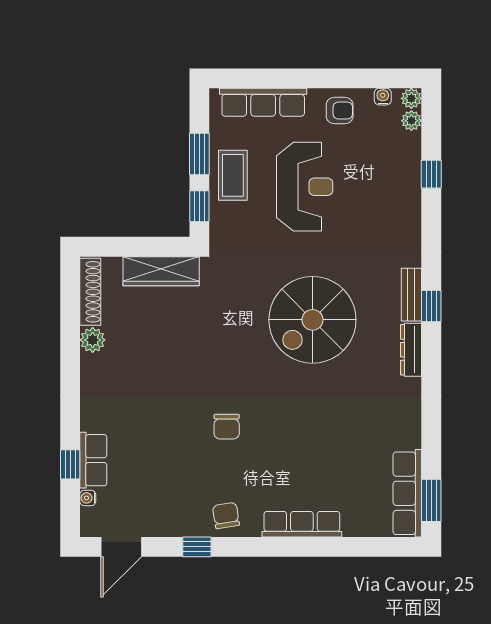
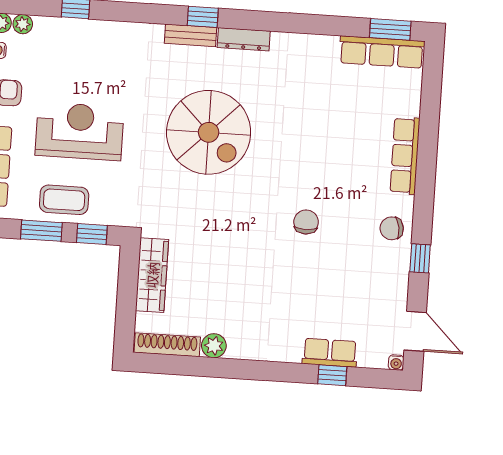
chair: (227, 427) -> (306, 222), turned -90
water cooler: (88, 498) -> (396, 362), moved

